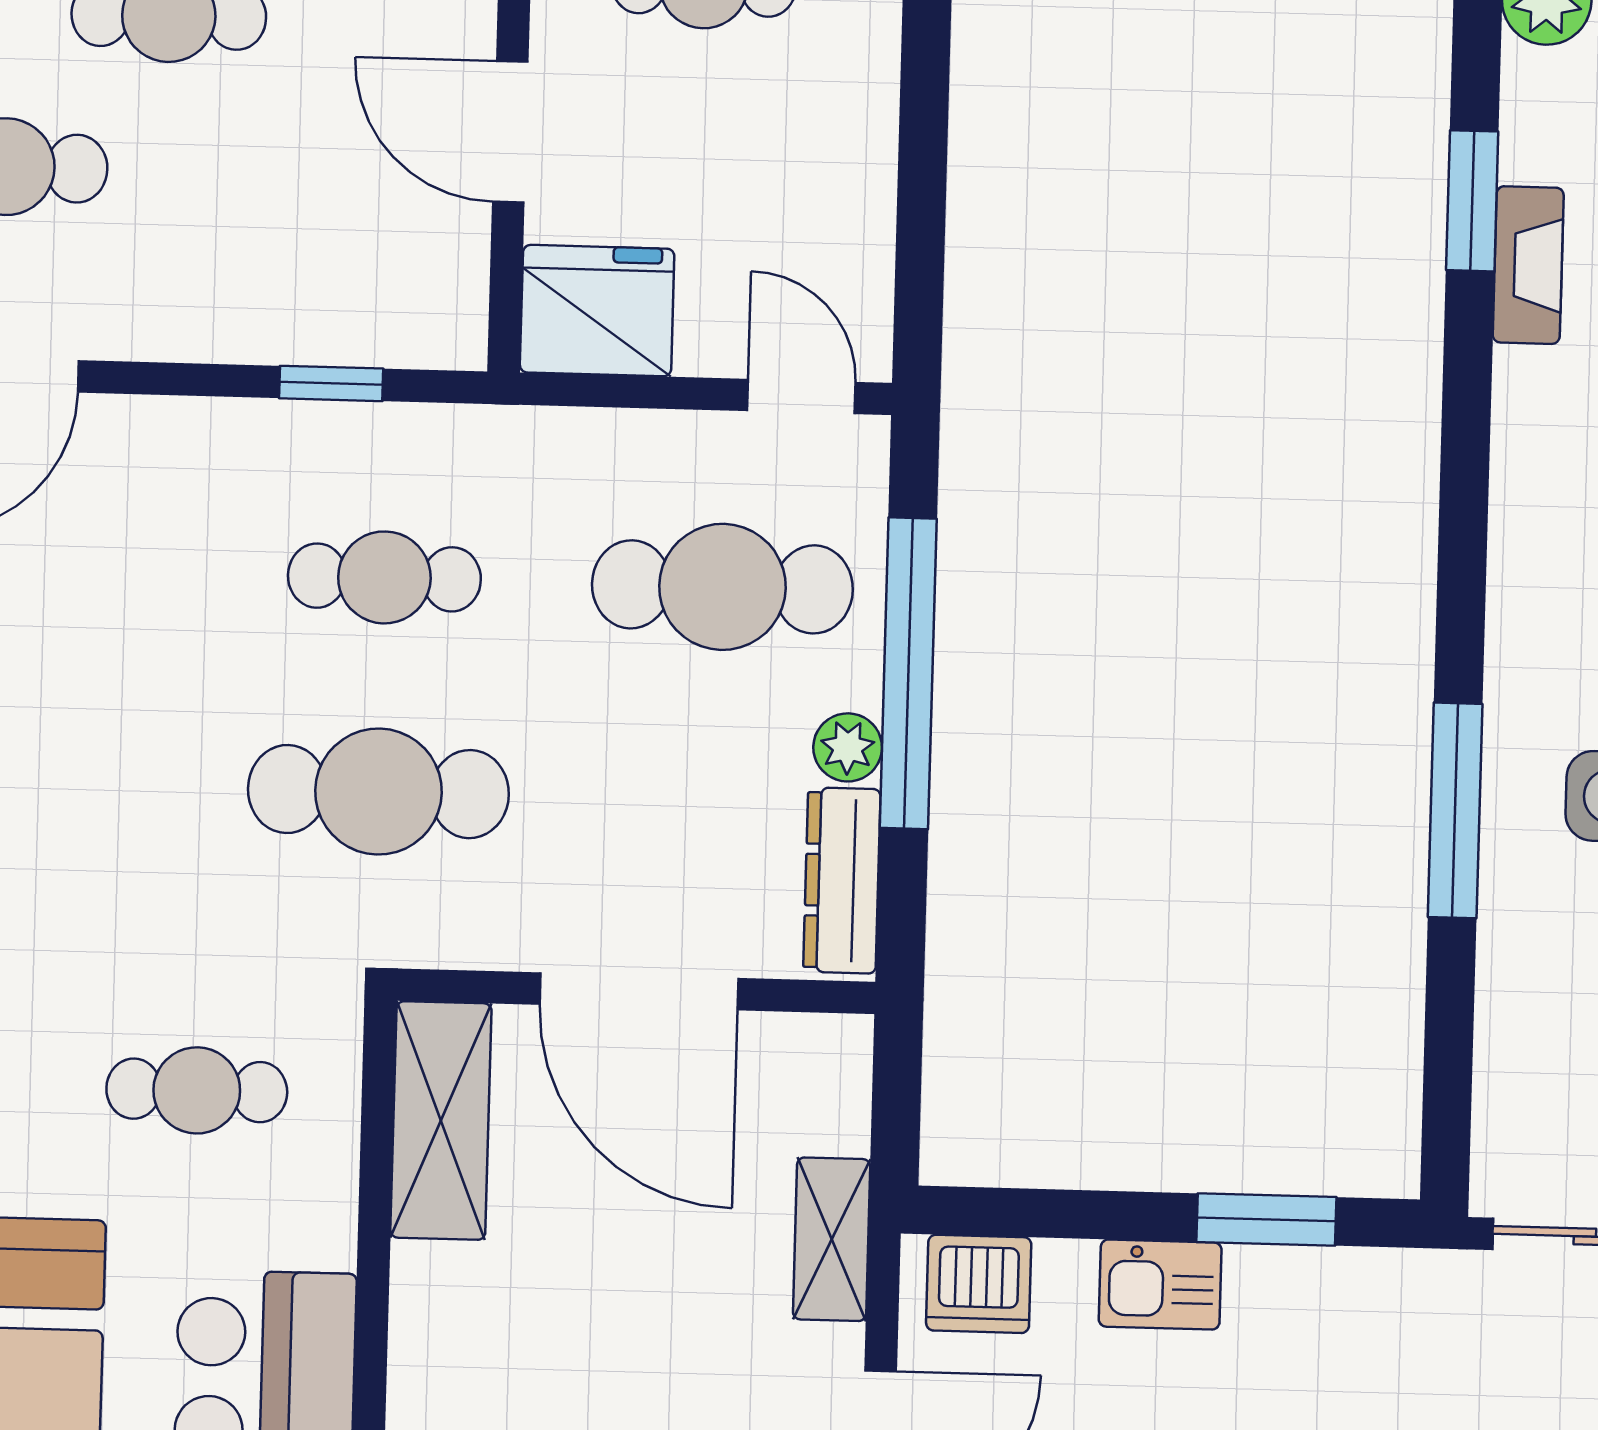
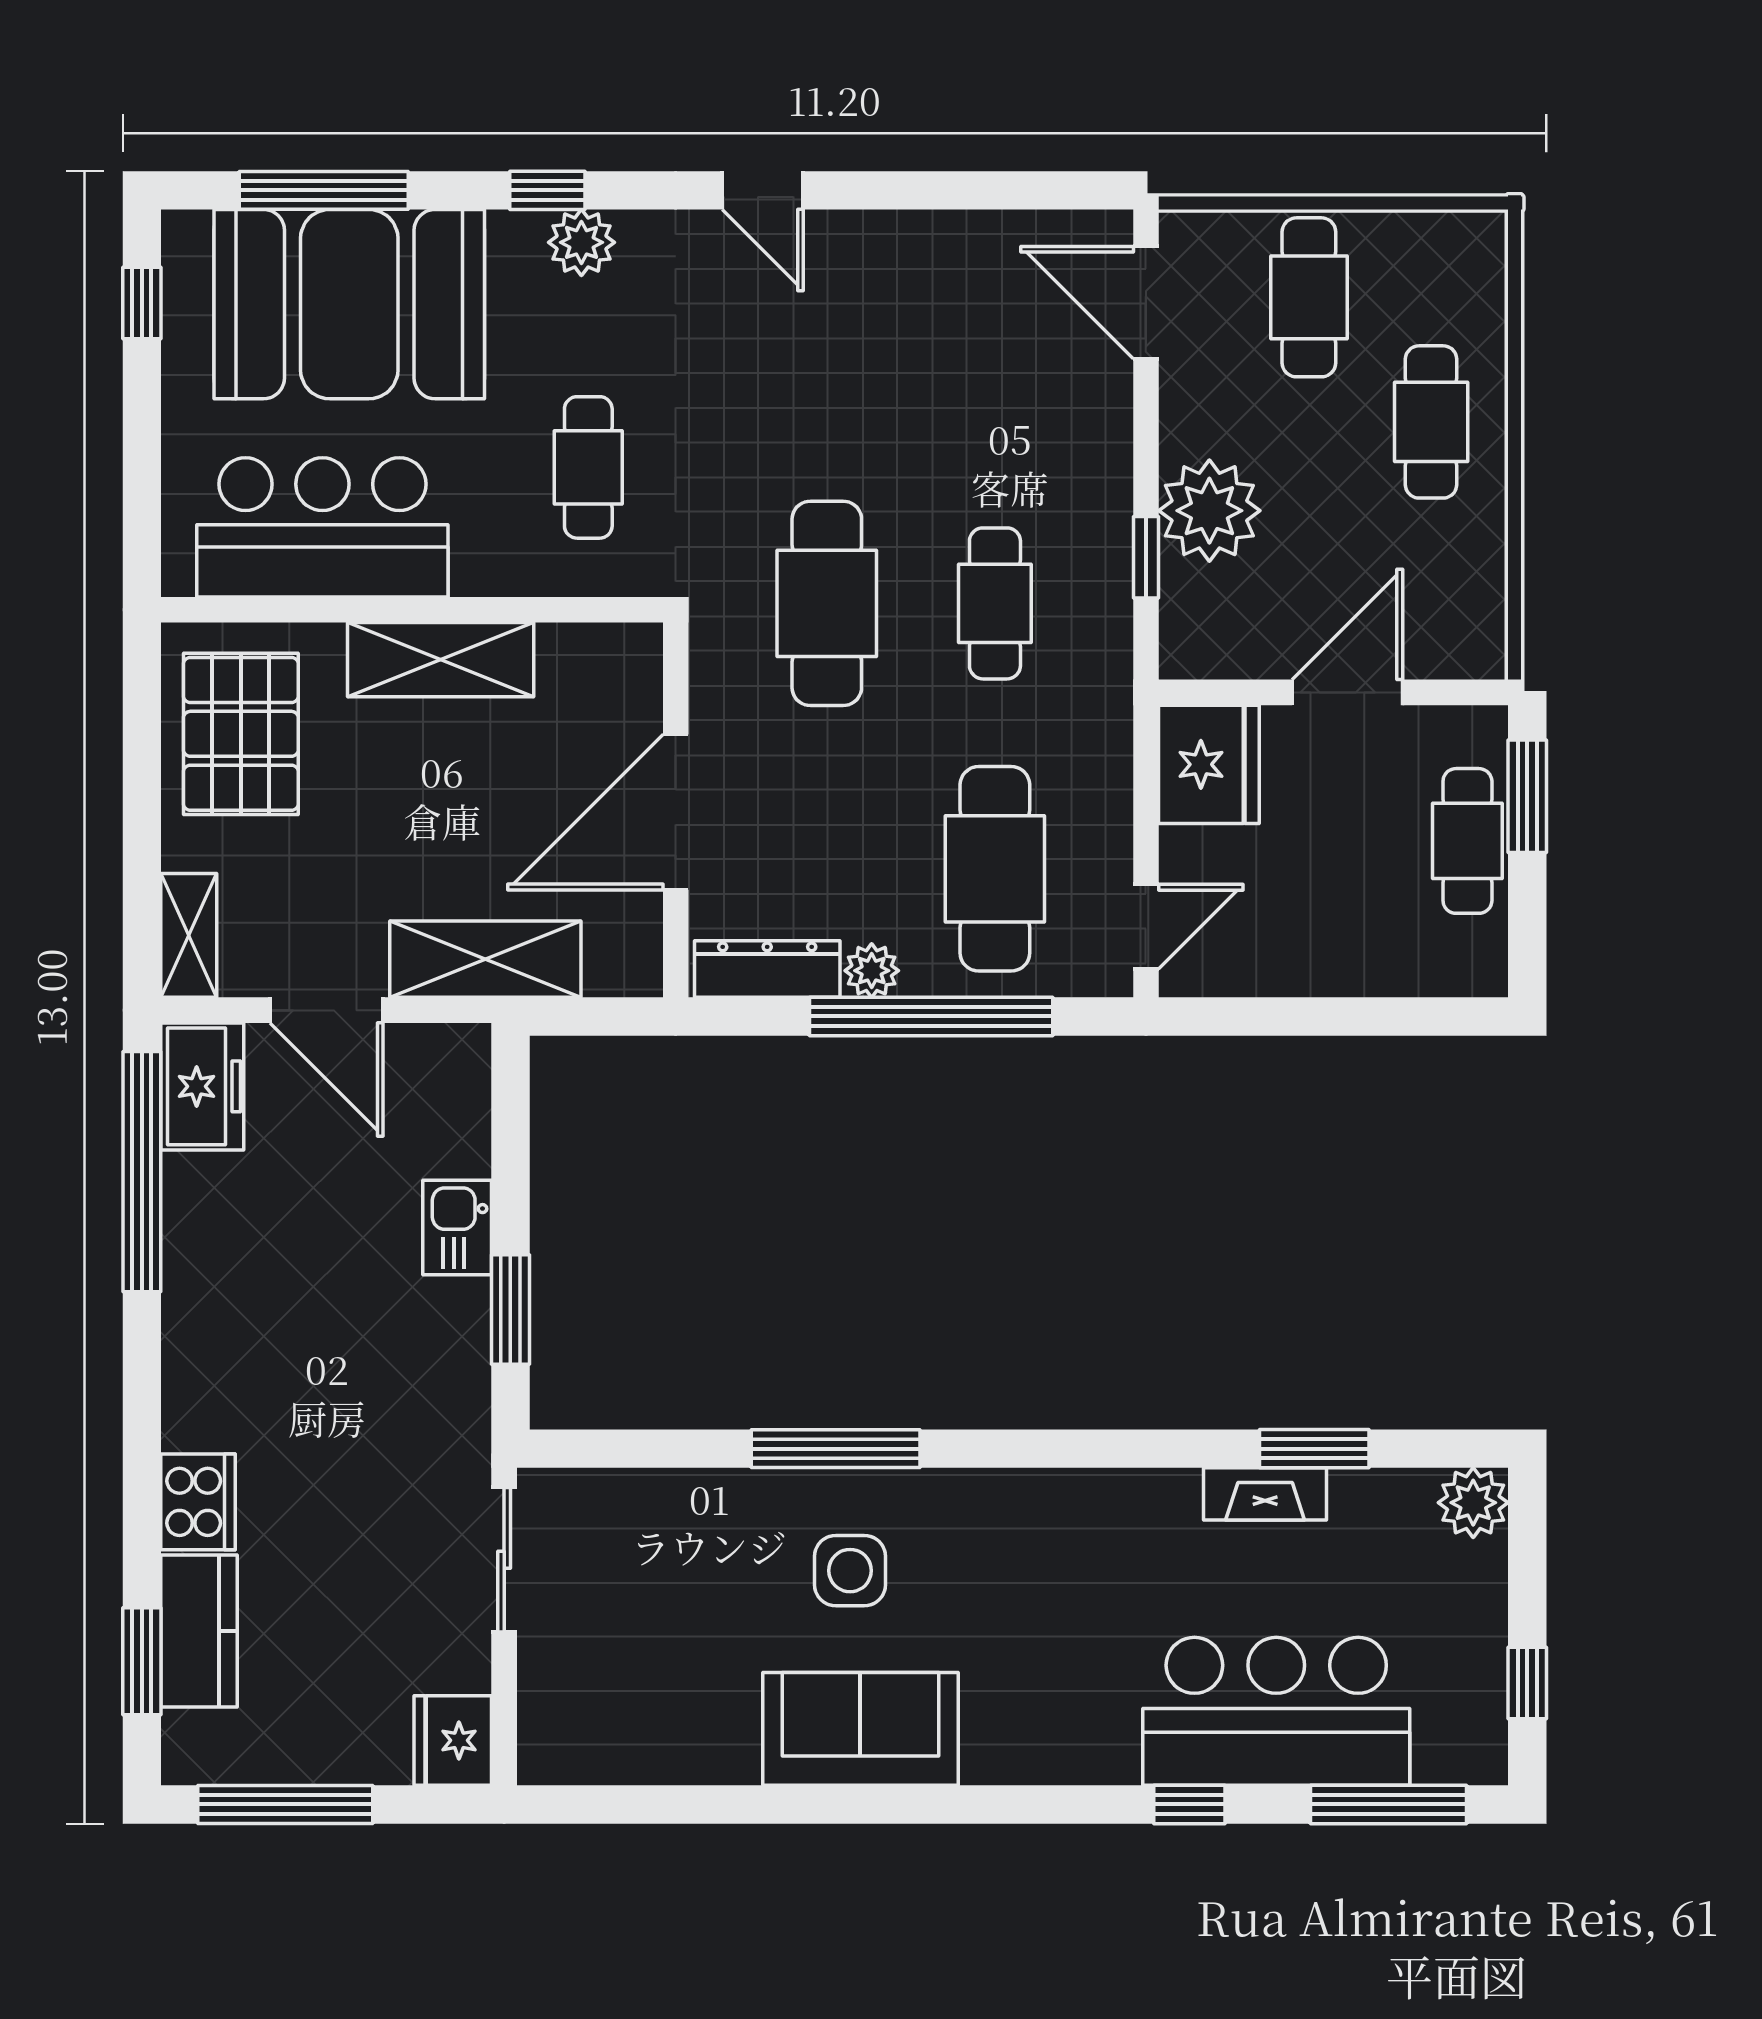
plant: (274, 301) -> (1209, 511), added
shelving: (441, 1121) -> (441, 660), moved
shelving: (832, 1239) -> (485, 959), width x1.50, depth x1.33
dishwasher: (979, 1284) -> (454, 1085), removed

